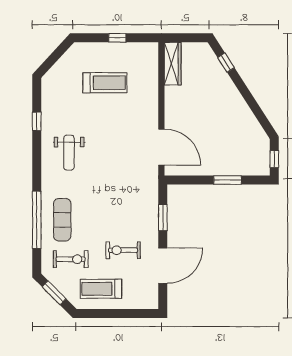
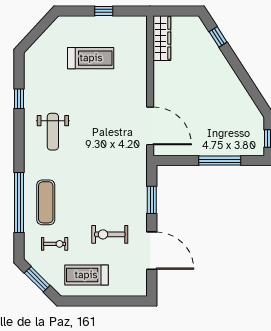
window: (228, 180) -> (220, 161), width x1.44
exercise bike: (71, 259) -> (55, 244), width x0.73, depth x0.72
door: (163, 266) -> (152, 251), hinge flipped

